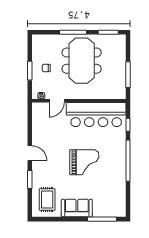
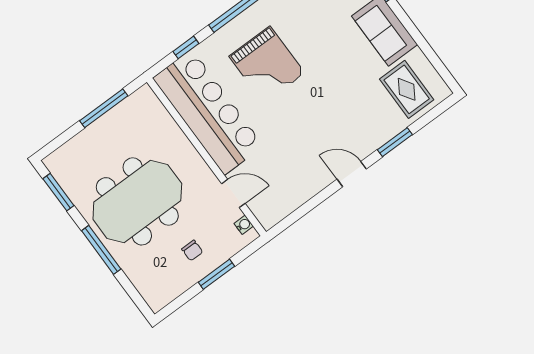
door: (30, 153) -> (352, 174), hinge flipped
grand piano: (84, 162) -> (267, 65), moved, turned 180
rug: (47, 200) -> (407, 89), turned 90

